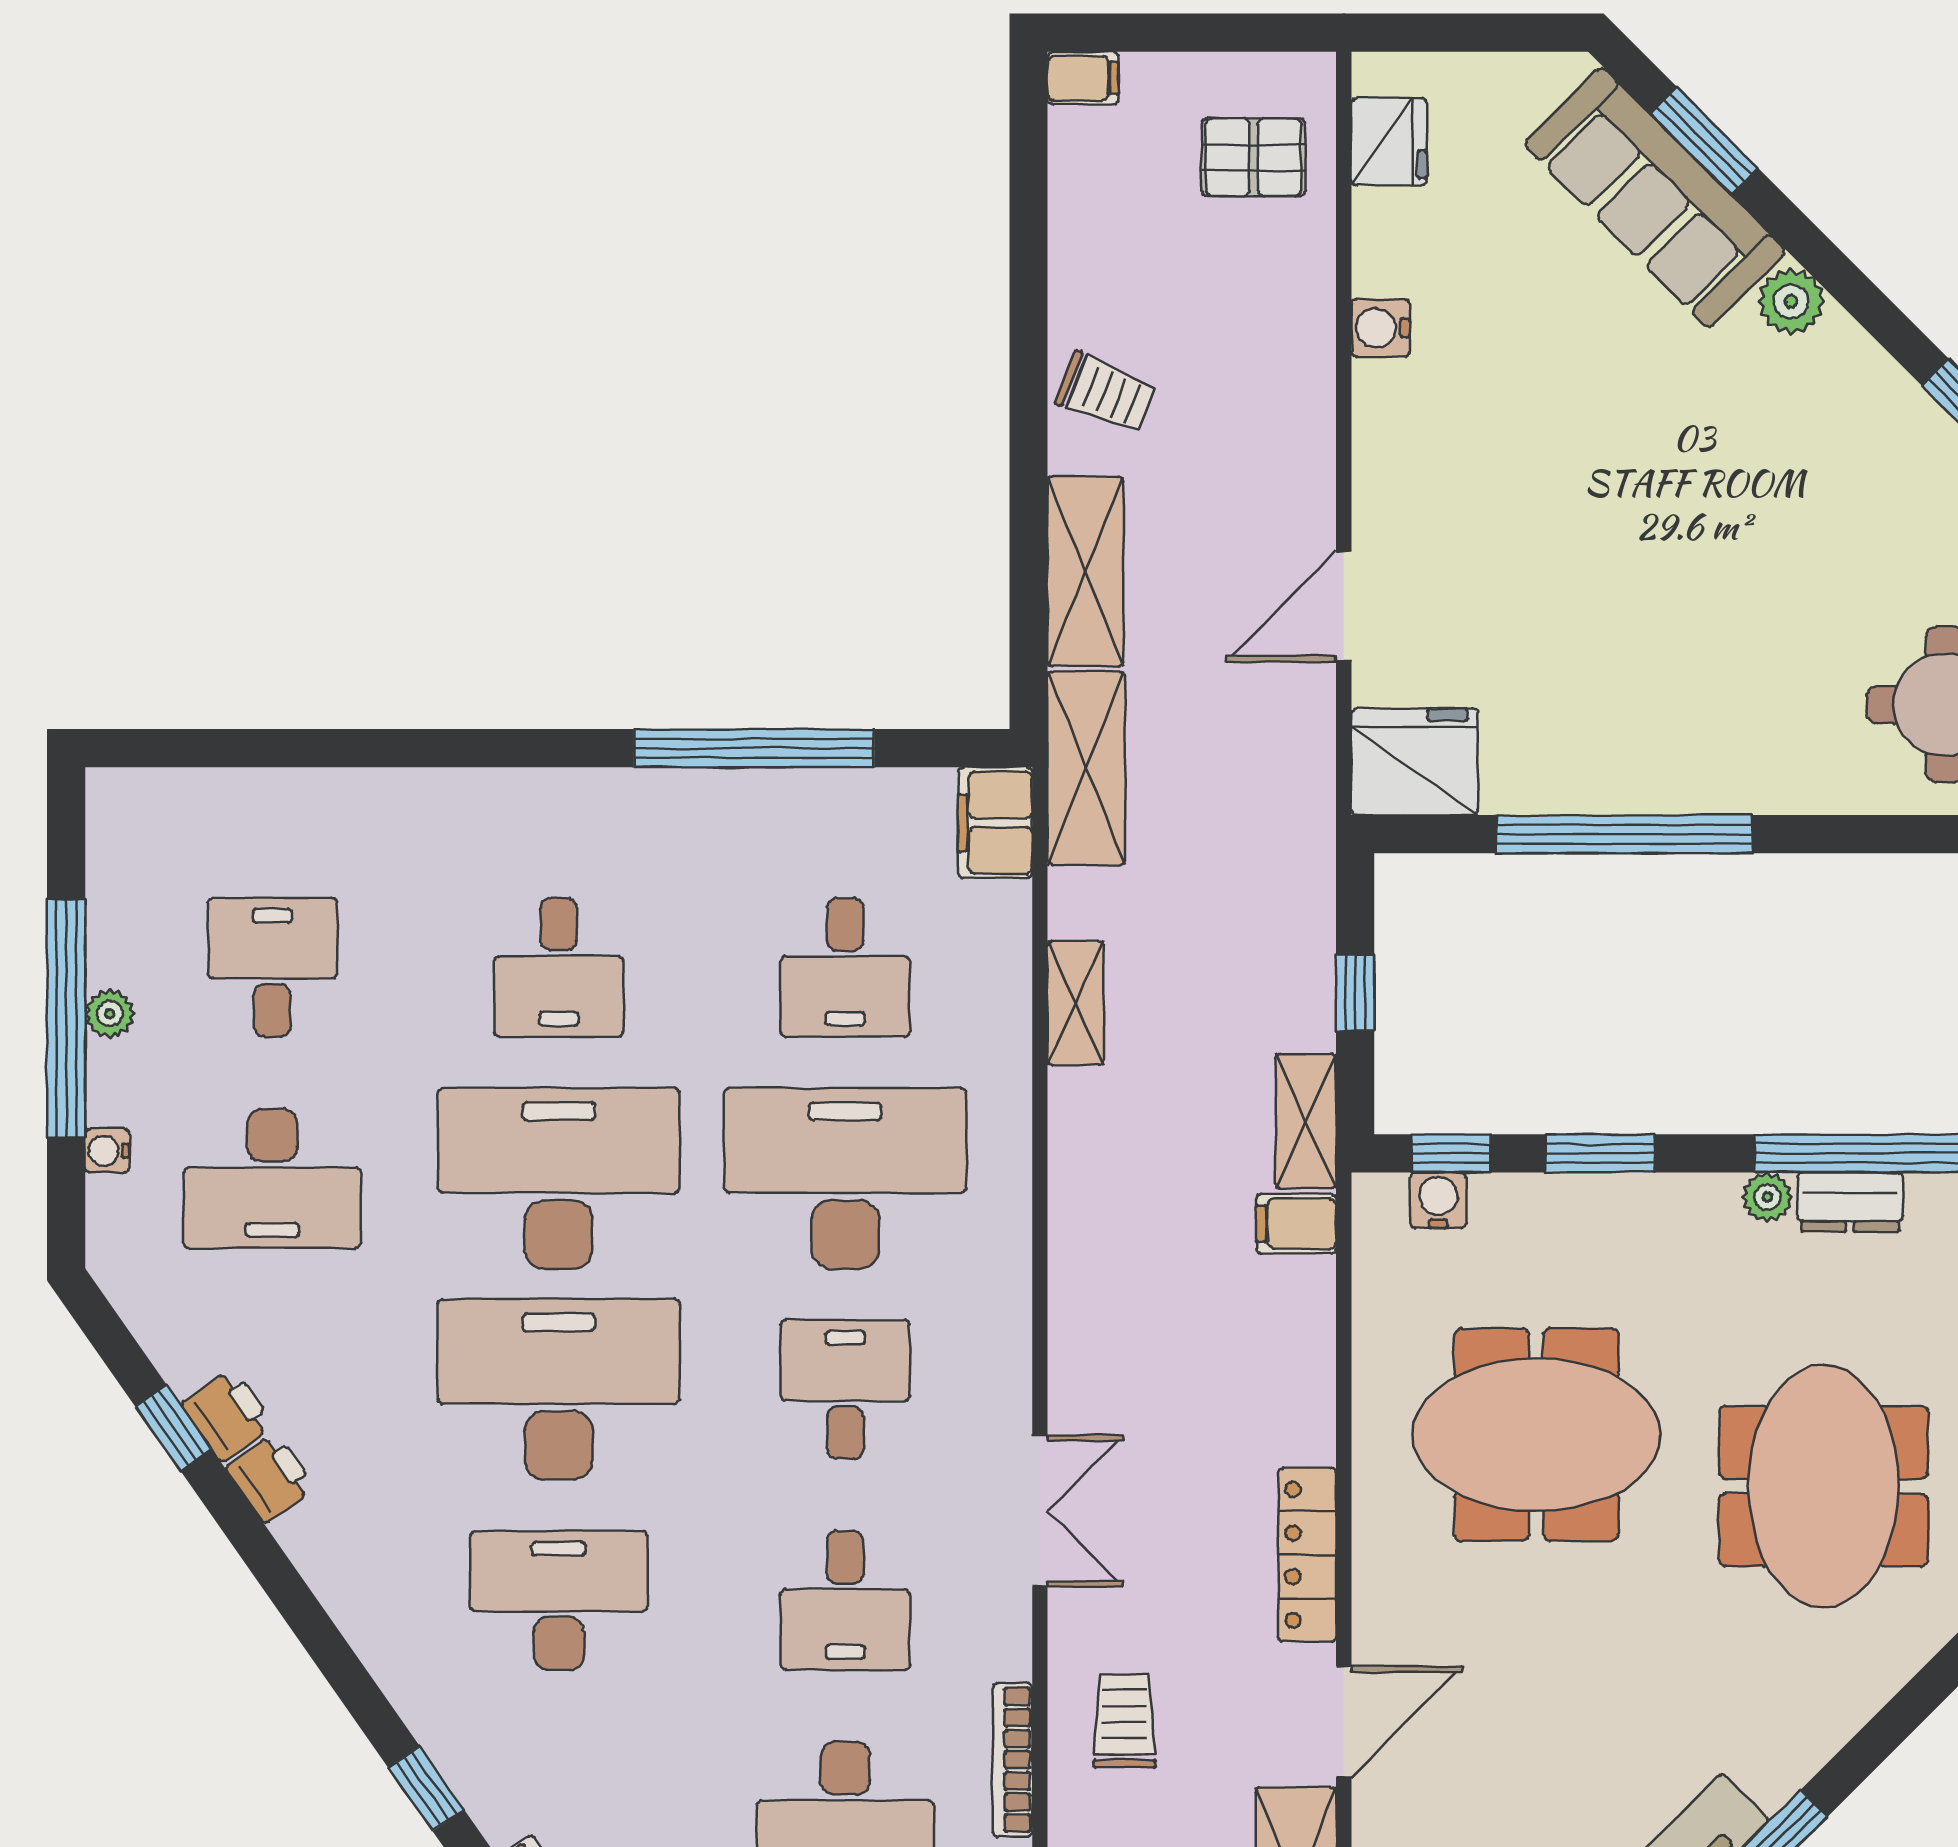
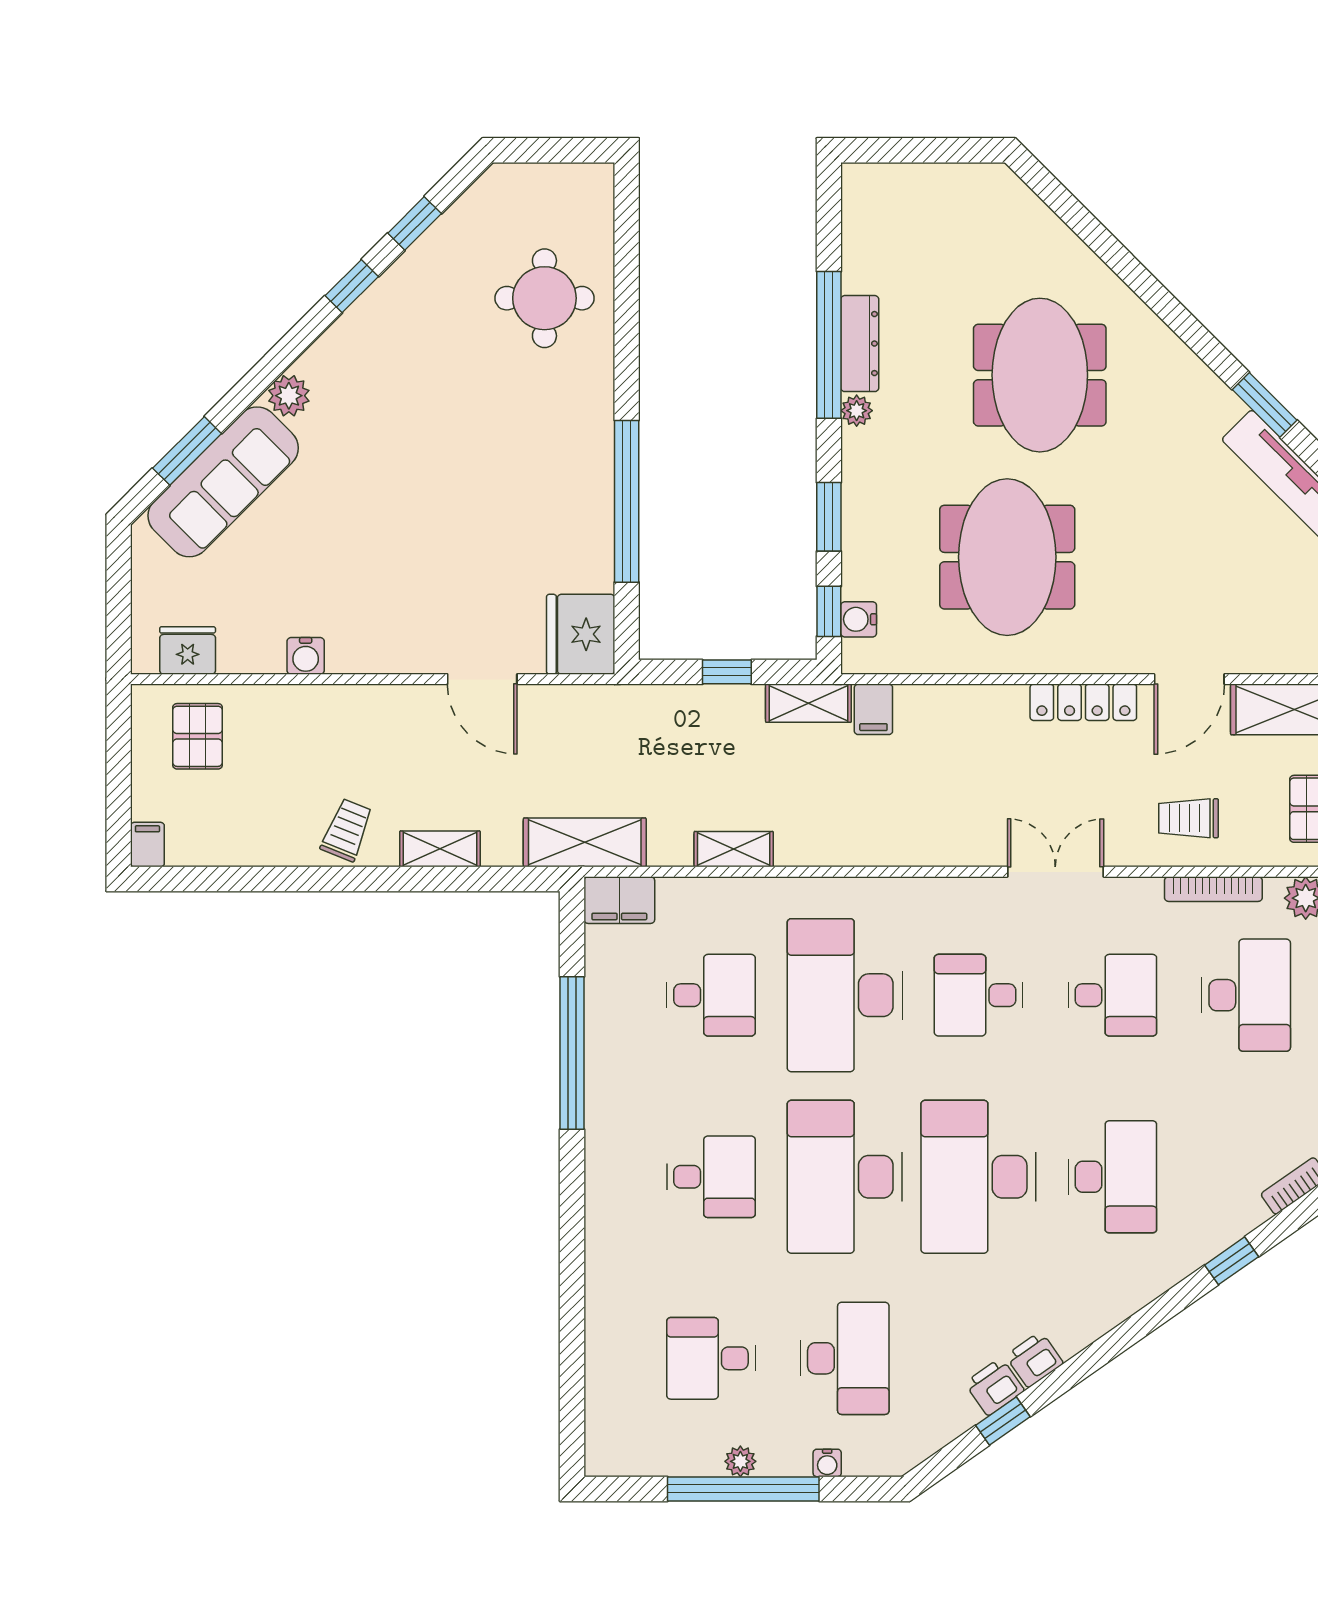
shelving: (1085, 571) -> (440, 849), width x0.67, depth x0.75
dresser: (1850, 1202) -> (860, 344), width x1.44
meeting table: (1823, 1486) -> (1040, 375), turned 90
desk: (559, 1600) -> (1112, 1177), turned 180
door: (1344, 1722) -> (1189, 679), swing flipped

